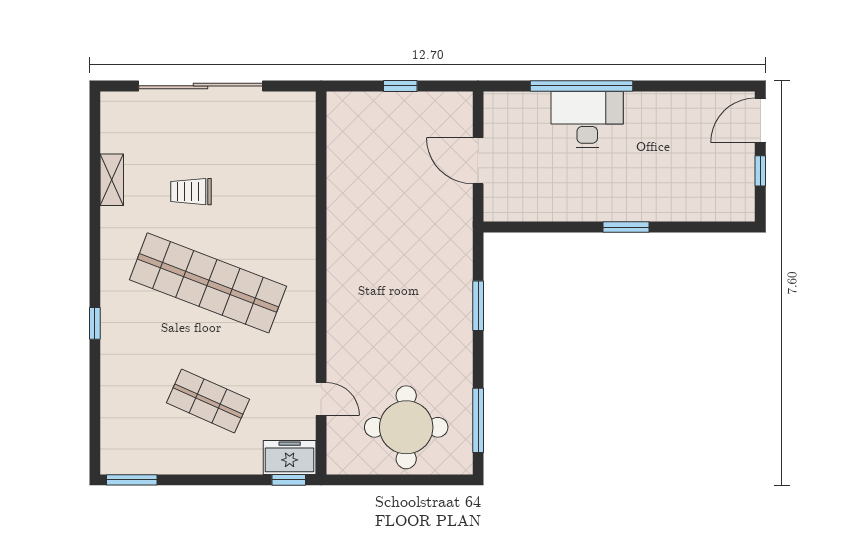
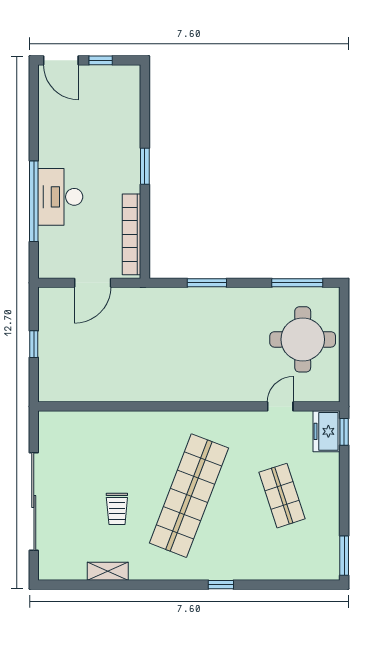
bookcase: (540, 210) -> (132, 234), added
shop shelf: (208, 401) -> (282, 496), turned -42

